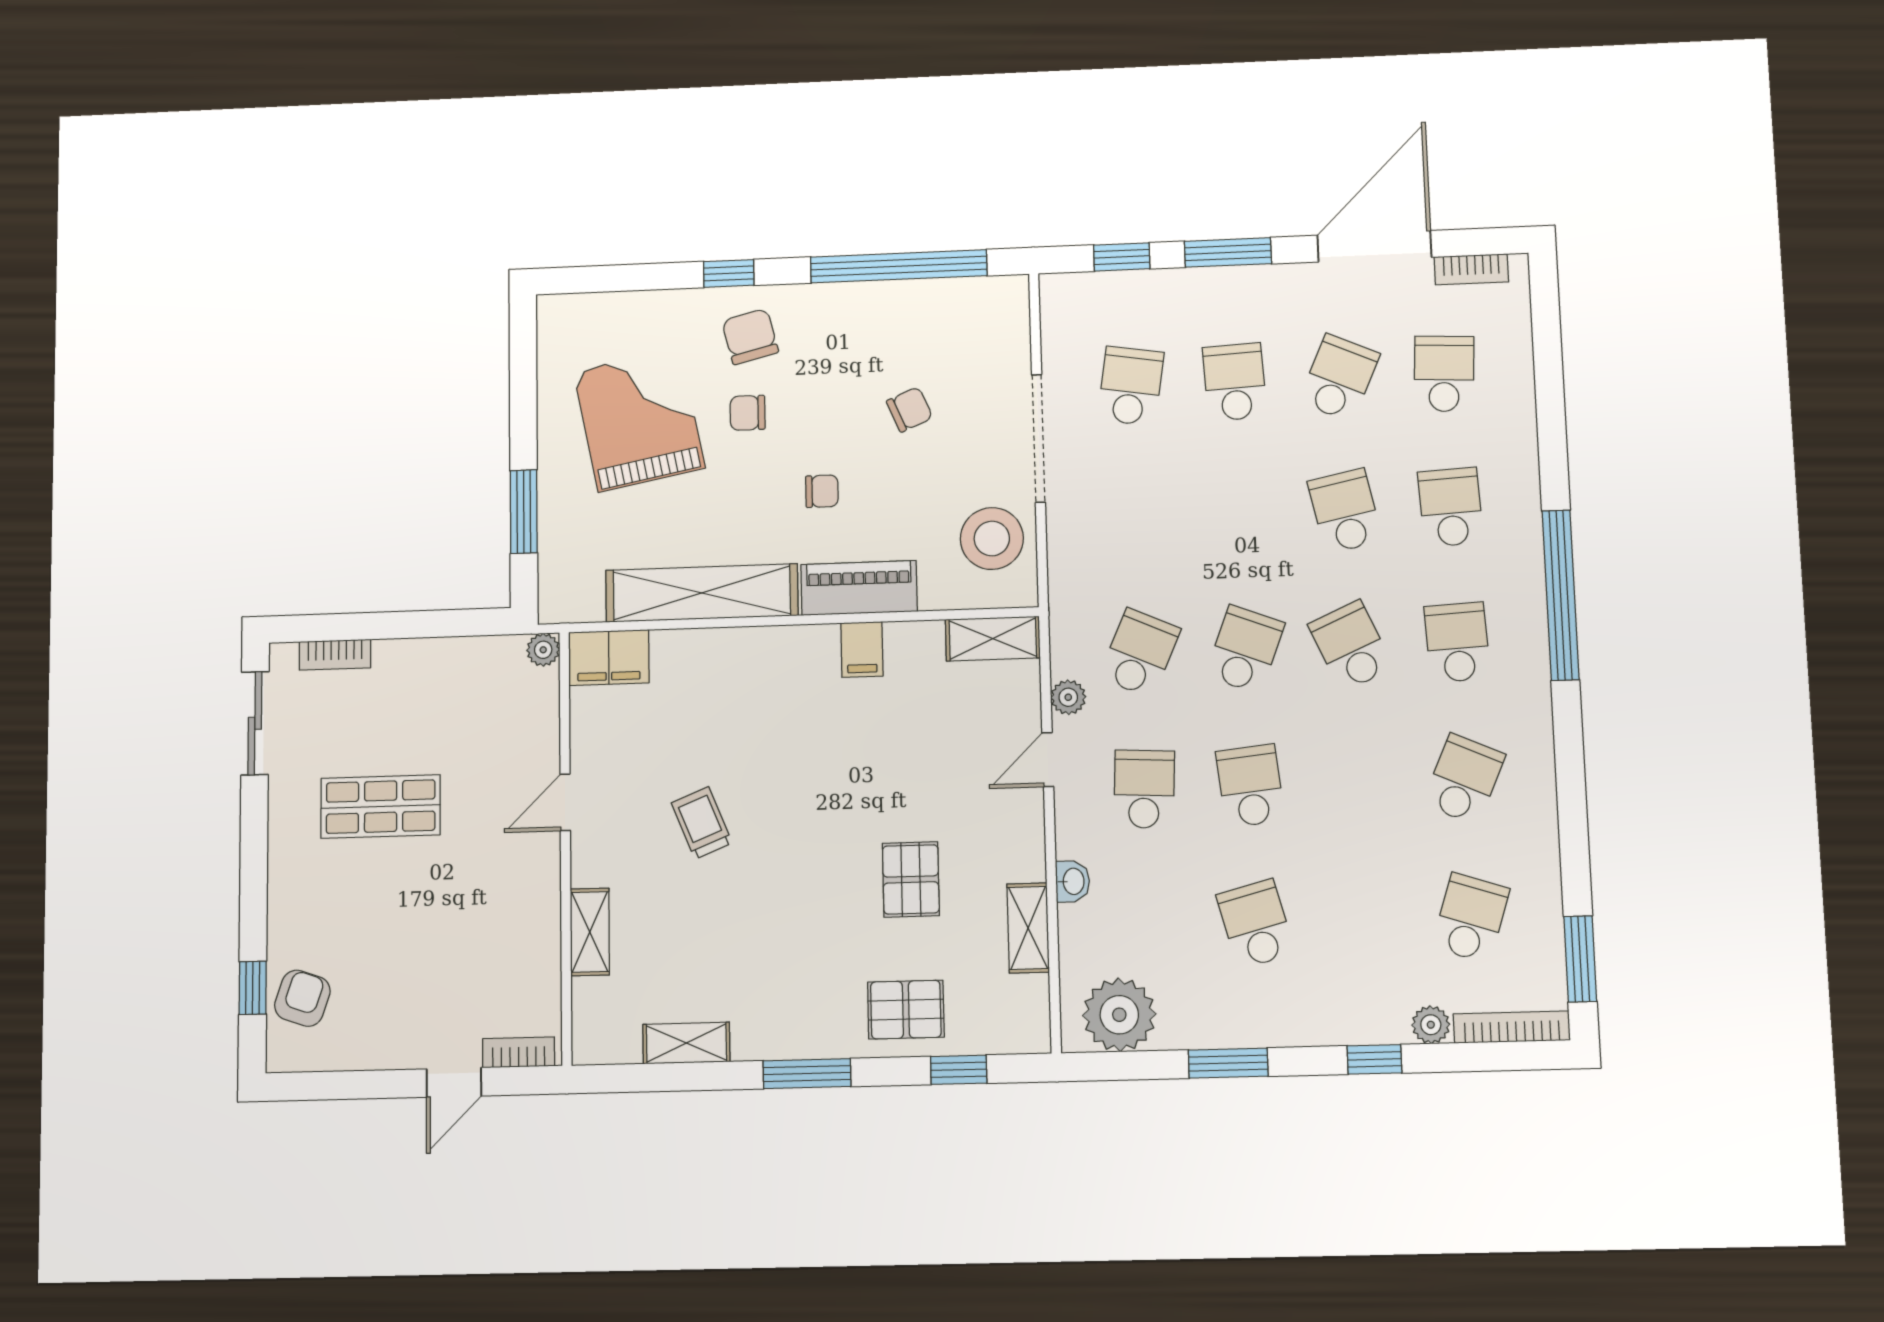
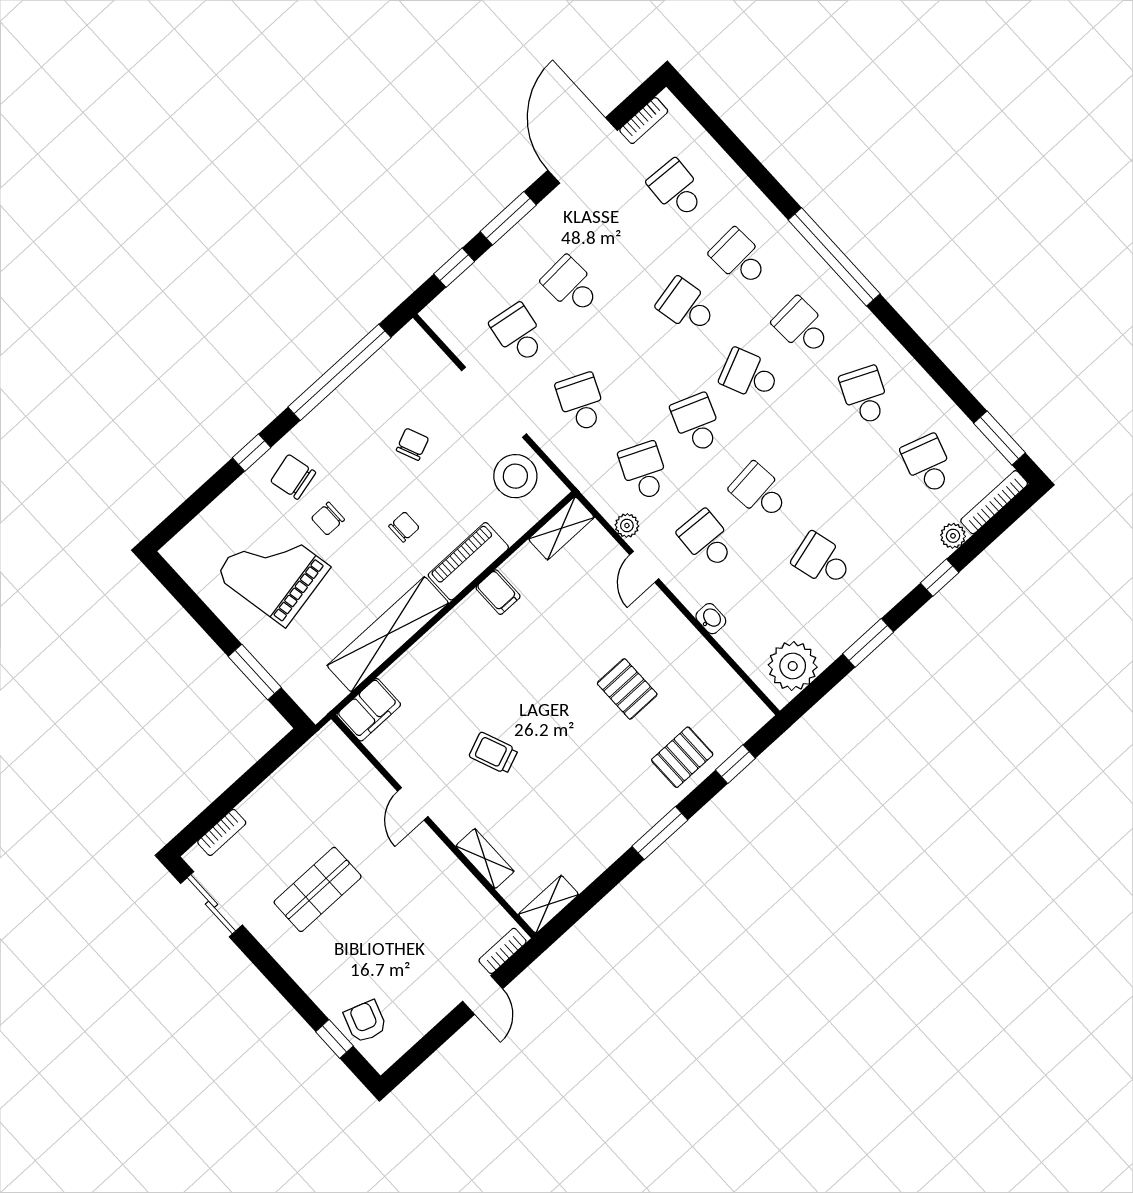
school desk: (1339, 378) -> (581, 402), moved
plant: (543, 650) -> (330, 735), removed
shelving: (1028, 928) -> (709, 662), removed
shelving: (686, 1043) -> (549, 904), moved

